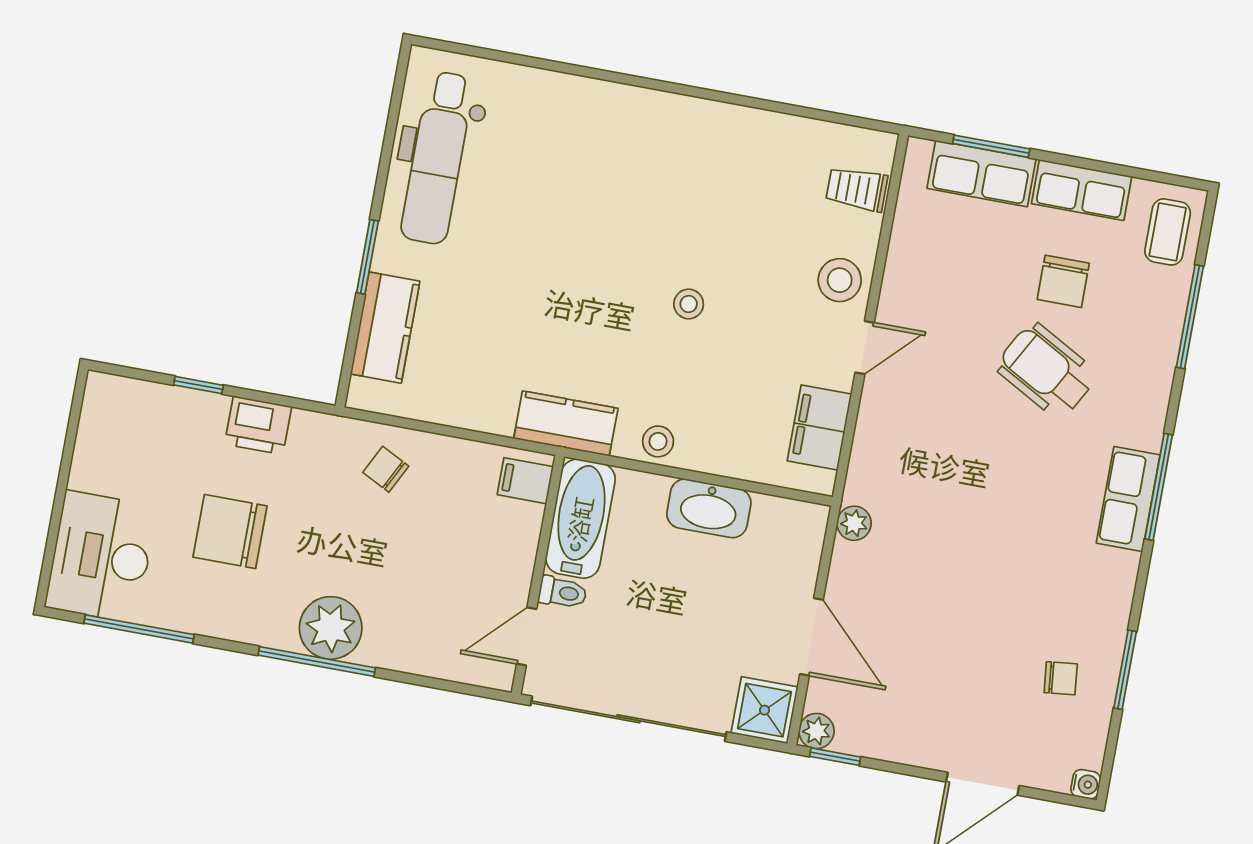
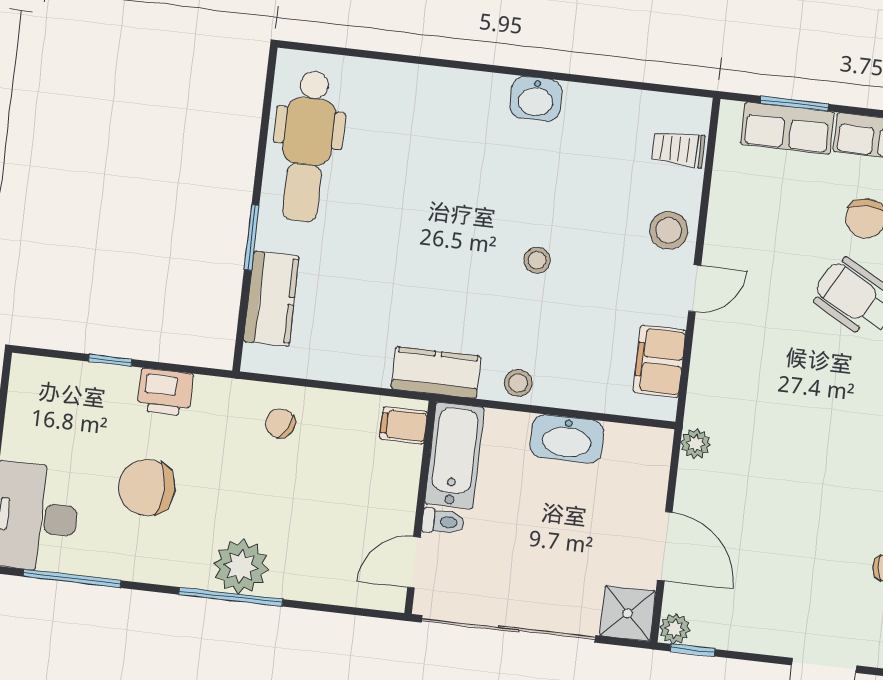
washbasin: (699, 121) -> (536, 99), added

